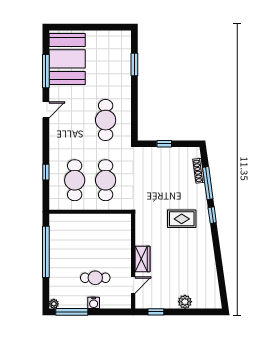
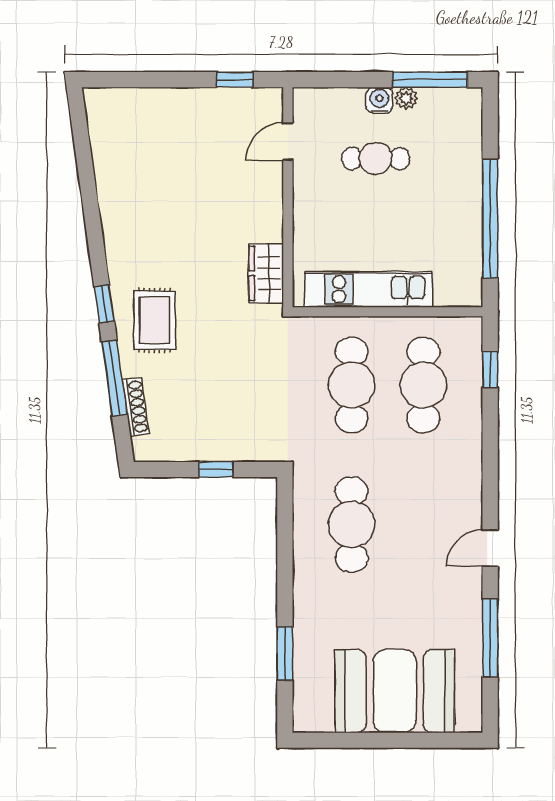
booth: (67, 59) -> (395, 691), moved, turned 90
window: (46, 172) -> (490, 370), moved
rug: (182, 219) -> (155, 320), moved, turned 90
kitchen unit: (98, 221) -> (368, 289), added
wardrobe: (142, 259) -> (266, 273), moved
plant: (185, 302) -> (168, 103), removed
plant: (54, 304) -> (406, 98), moved

